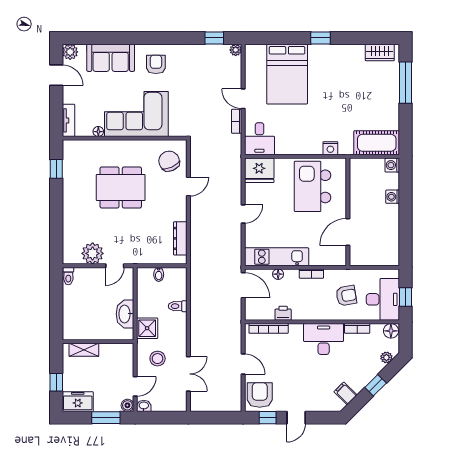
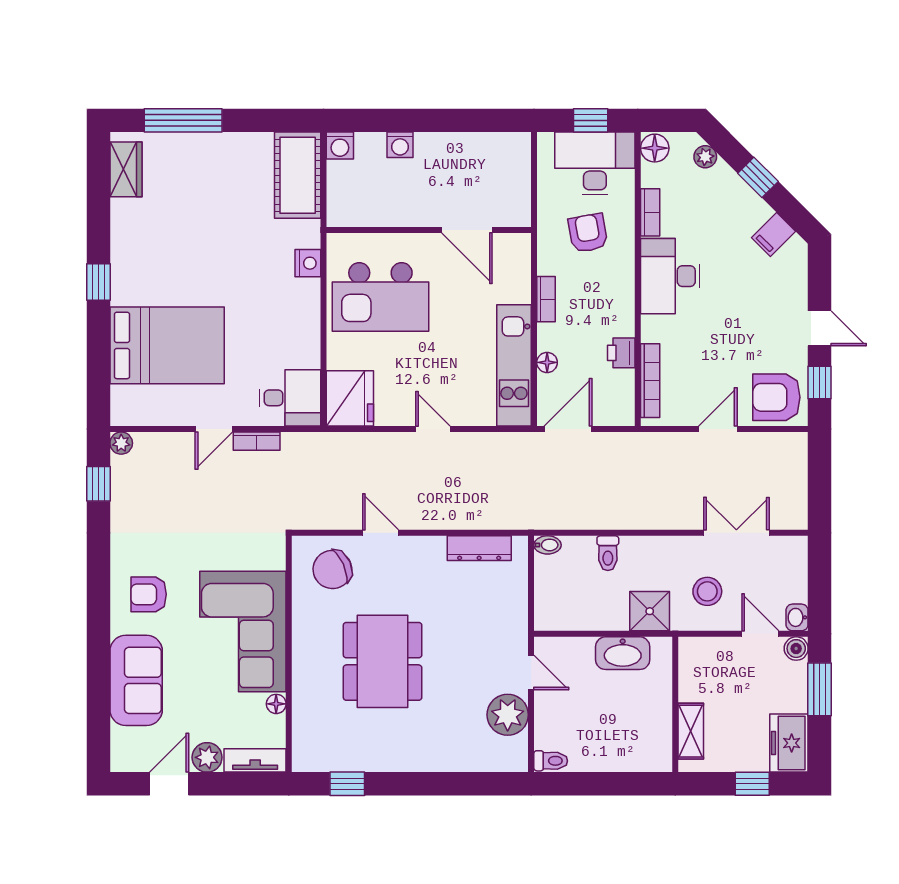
plant: (70, 52) -> (207, 757), moved
bidet: (159, 274) -> (547, 545), moved

